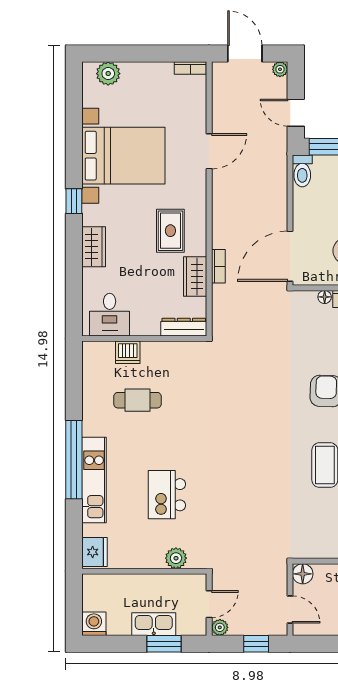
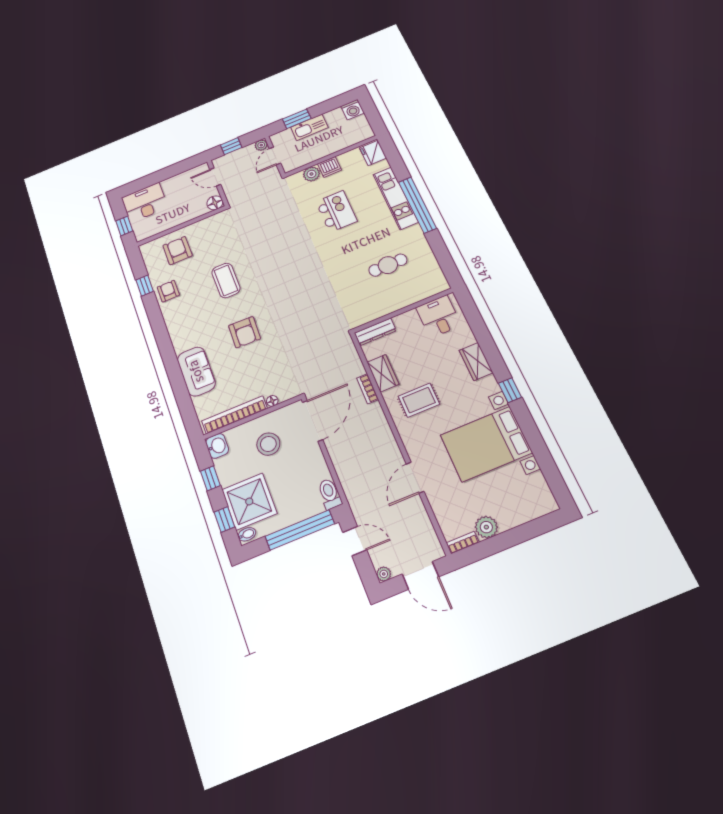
plant: (108, 74) -> (486, 527), moved
rug: (170, 231) -> (419, 400), turned 90
dishwasher: (128, 352) -> (329, 167), moved, turned 180

